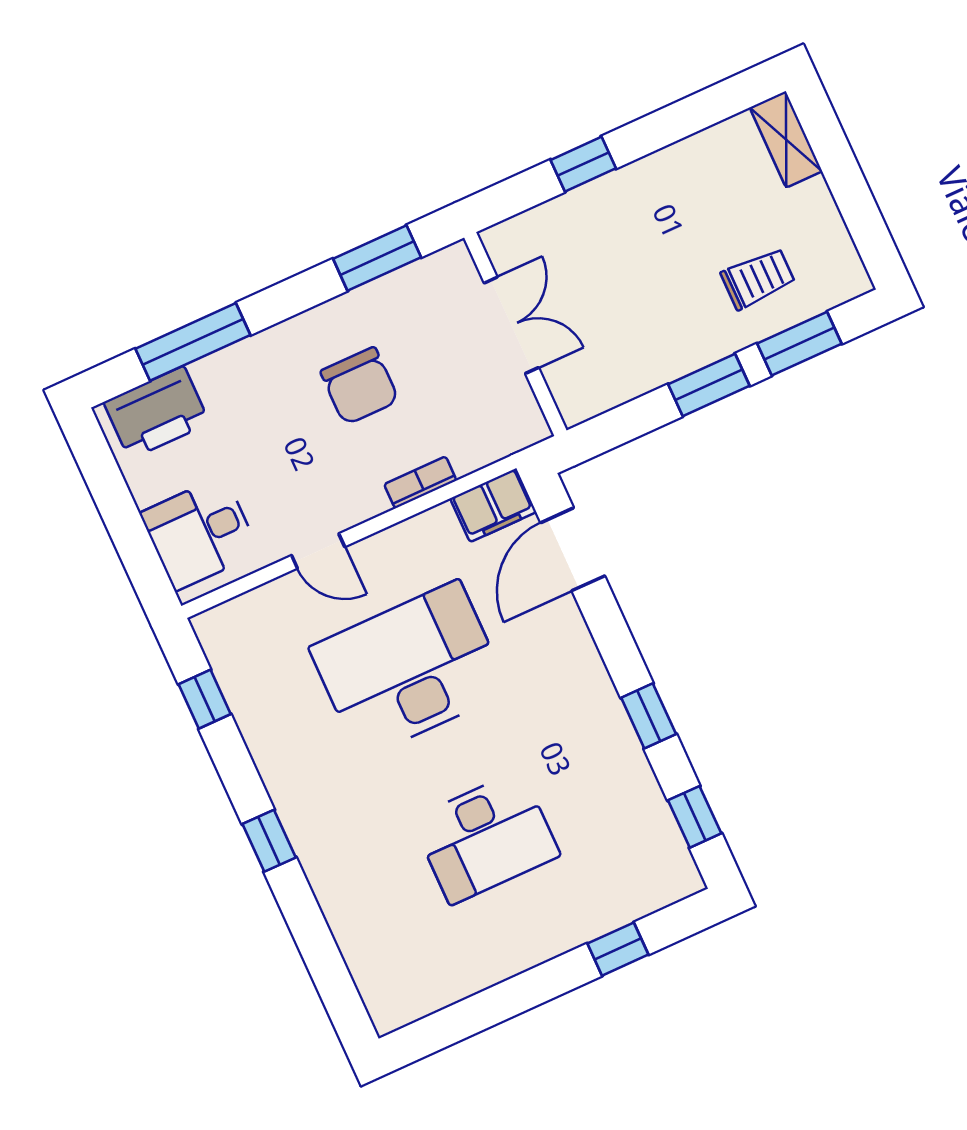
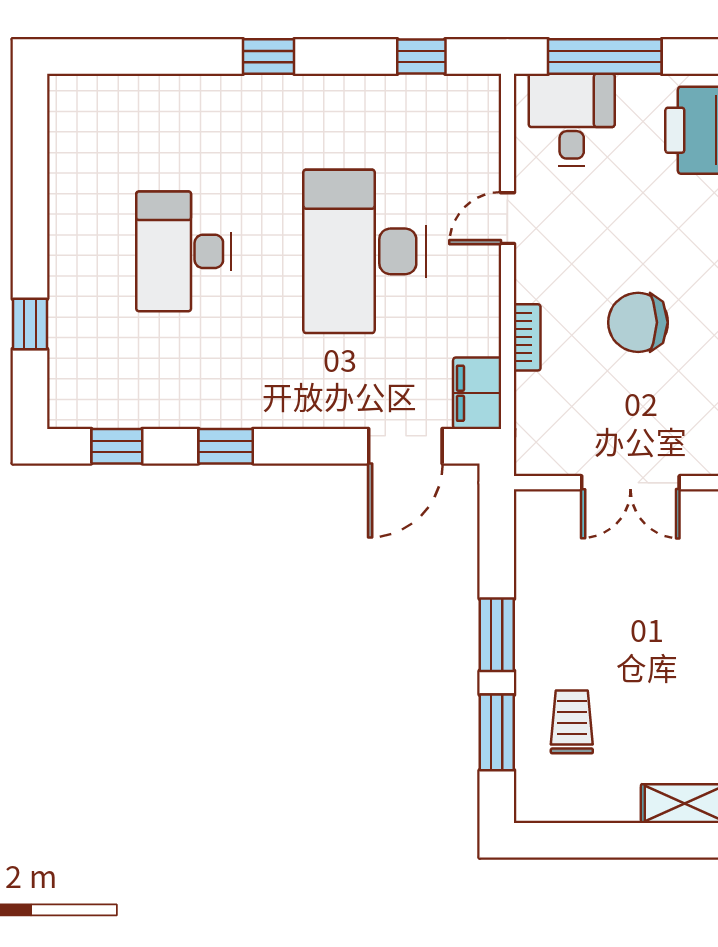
trolley: (758, 278) -> (572, 722), turned 180
window: (127, 529) -> (605, 57), added
door: (573, 549) -> (405, 446), swing flipped
desk: (409, 669) -> (365, 251), turned 180

